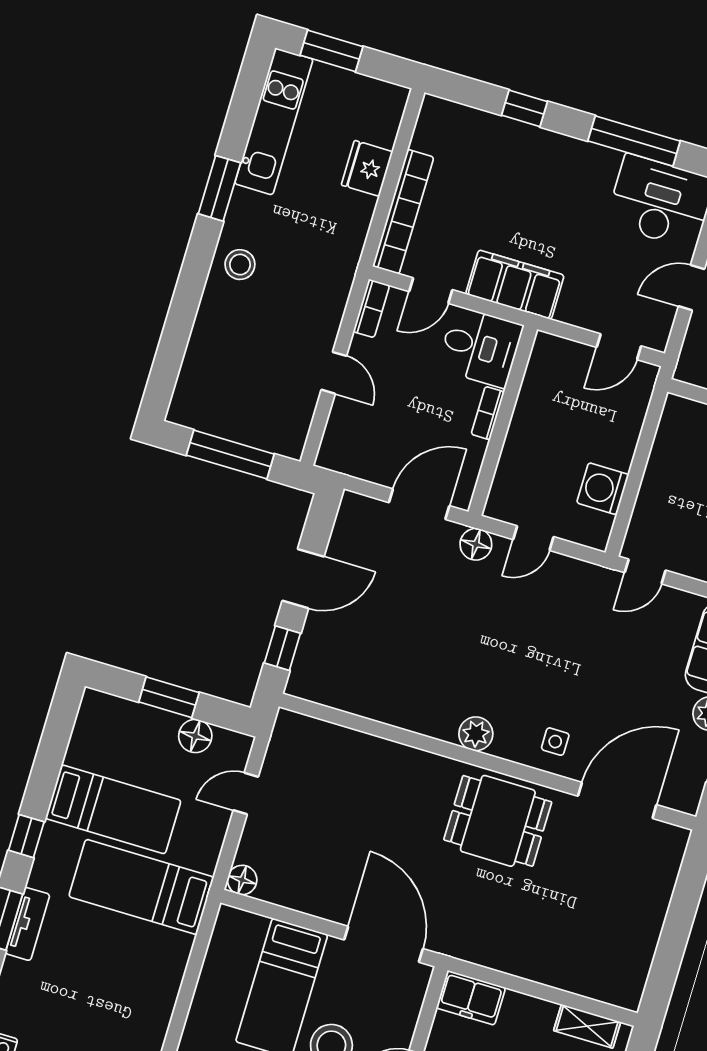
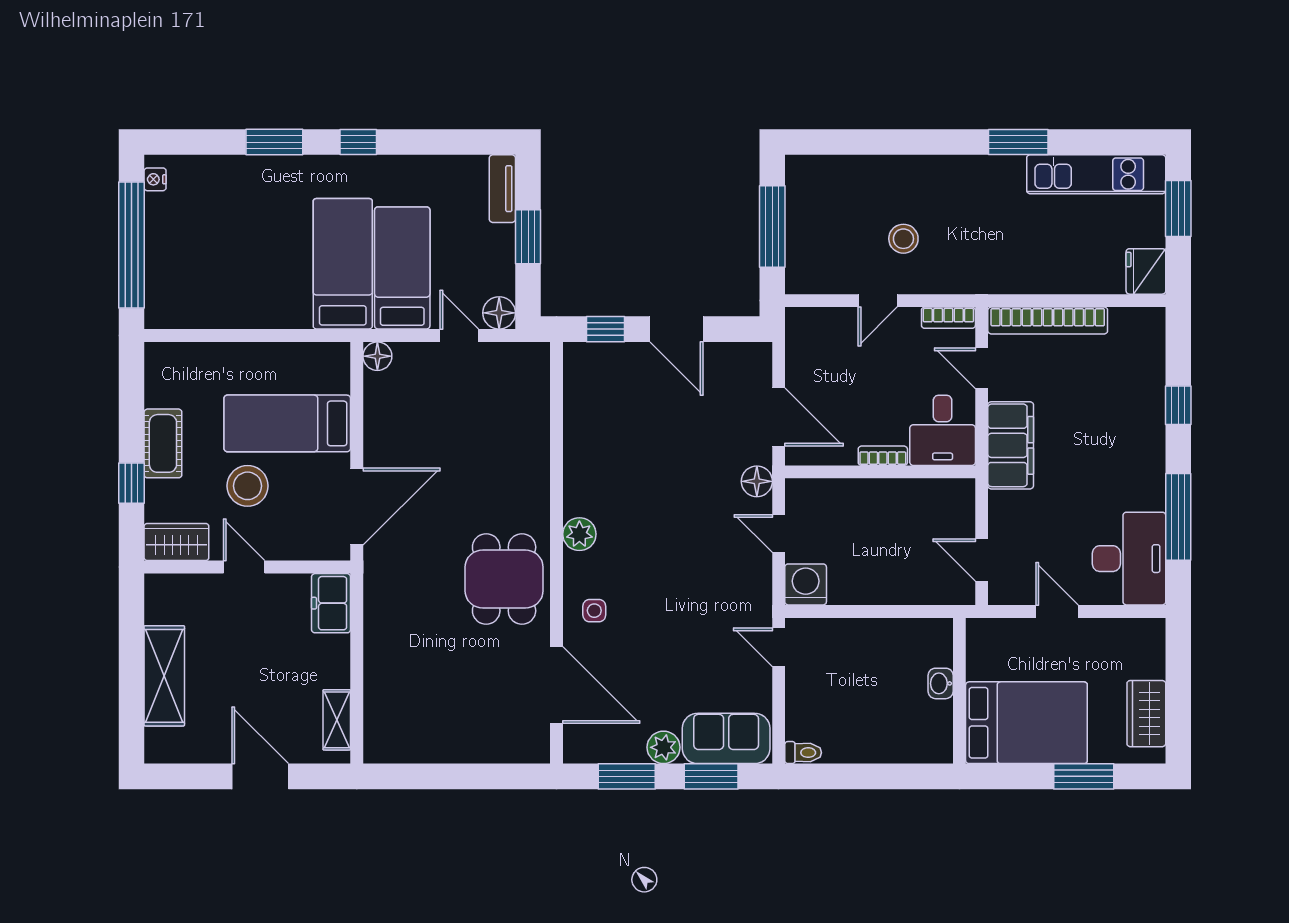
fridge: (367, 168) -> (1146, 271), moved, turned -90
stool: (240, 265) -> (903, 239), moved
washing machine: (603, 489) -> (806, 584), moved
floor lamp: (195, 736) -> (499, 313), moved
bed: (113, 809) -> (402, 268), moved, turned 180
tv unit: (28, 924) -> (502, 189), moved, turned 90

